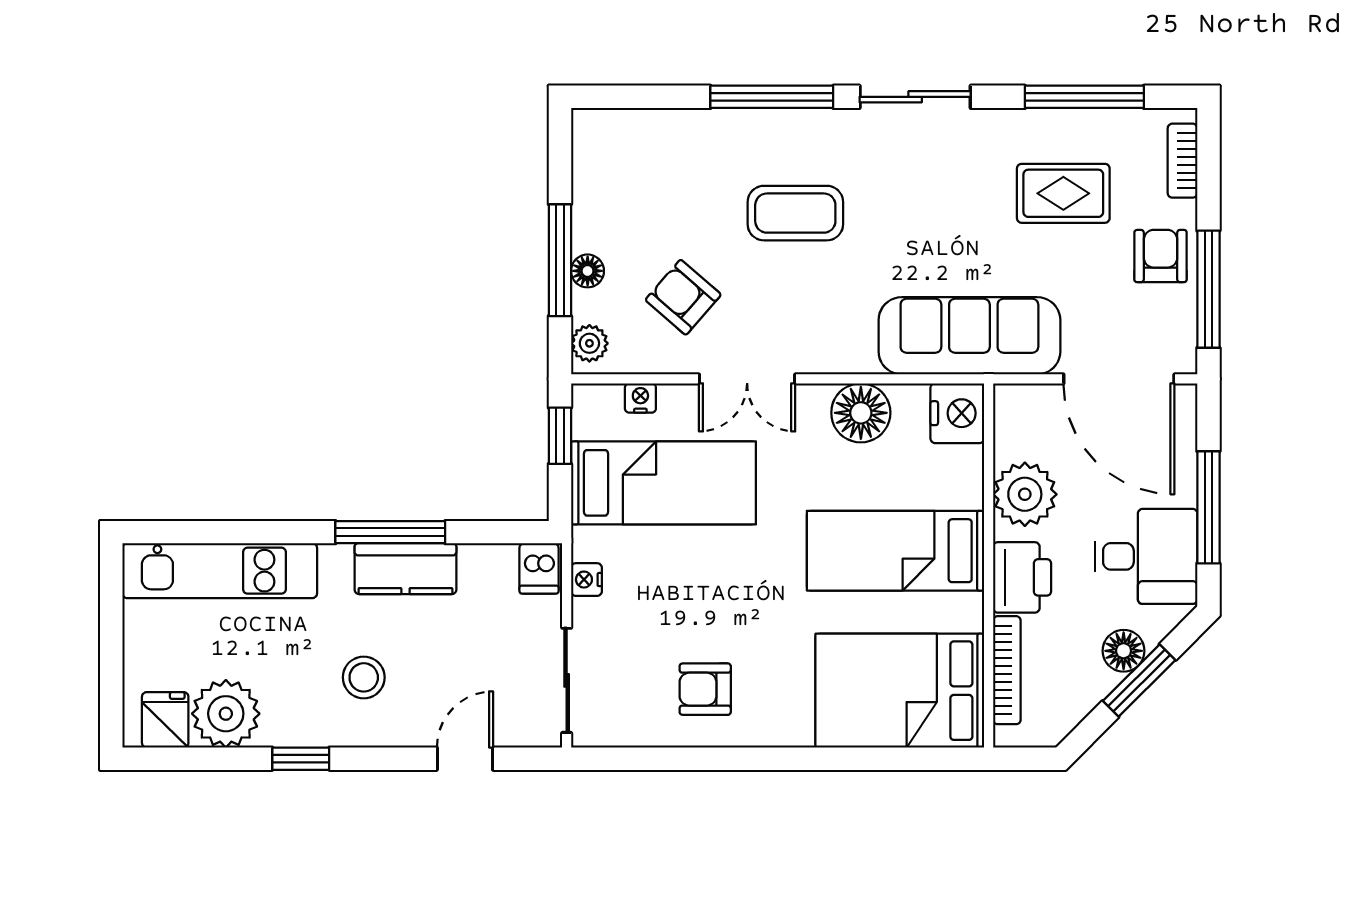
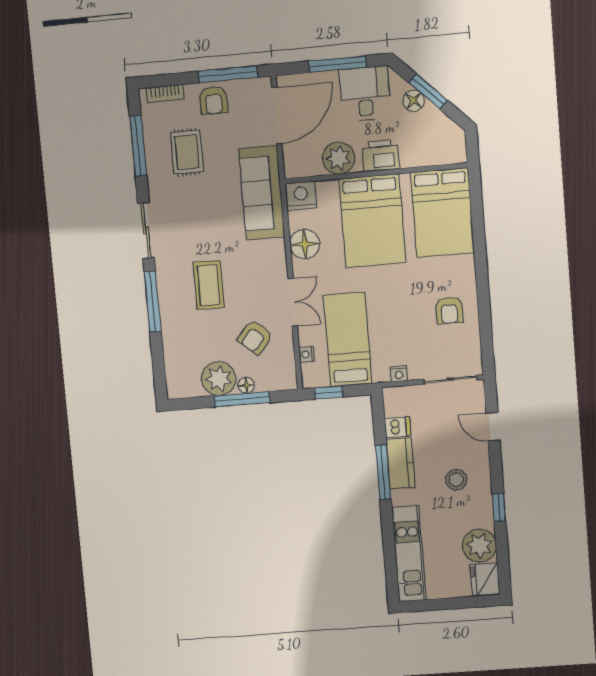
armchair: (1161, 256) -> (214, 100), turned -90
plant: (589, 343) -> (219, 379), moved, width x1.87, depth x1.87
bed: (895, 551) -> (372, 221), width x1.50
dishwasher: (539, 568) -> (398, 427), moved
bookcase: (1007, 670) -> (428, 159), removed
fridge: (165, 720) -> (485, 579), width x1.38

